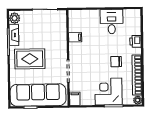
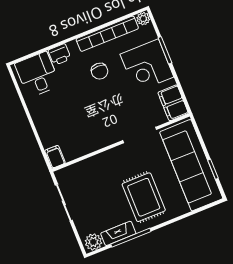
desk: (112, 22) -> (37, 75), moved, turned 90
filing cabinet: (75, 37) -> (55, 157), moved
filing cabinet: (75, 99) -> (173, 103), width x2.00

